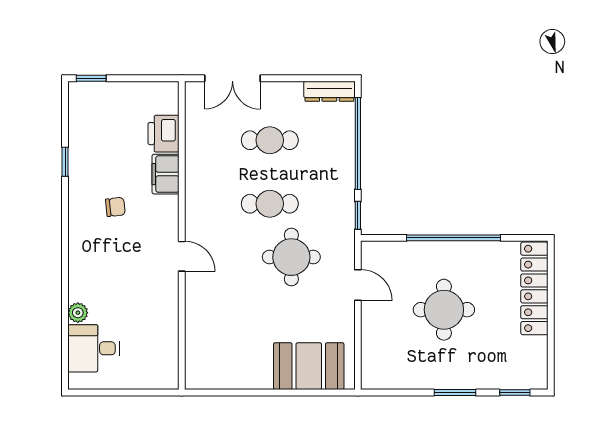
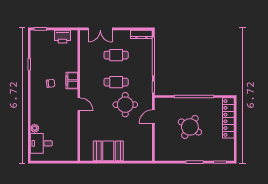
printer: (163, 134) -> (62, 37), moved, turned -90
filing cabinet: (166, 174) -> (72, 80), moved
door: (358, 285) -> (153, 117), swing flipped
round table: (444, 310) -> (190, 127), turned 31
booth: (309, 366) -> (108, 151), moved

